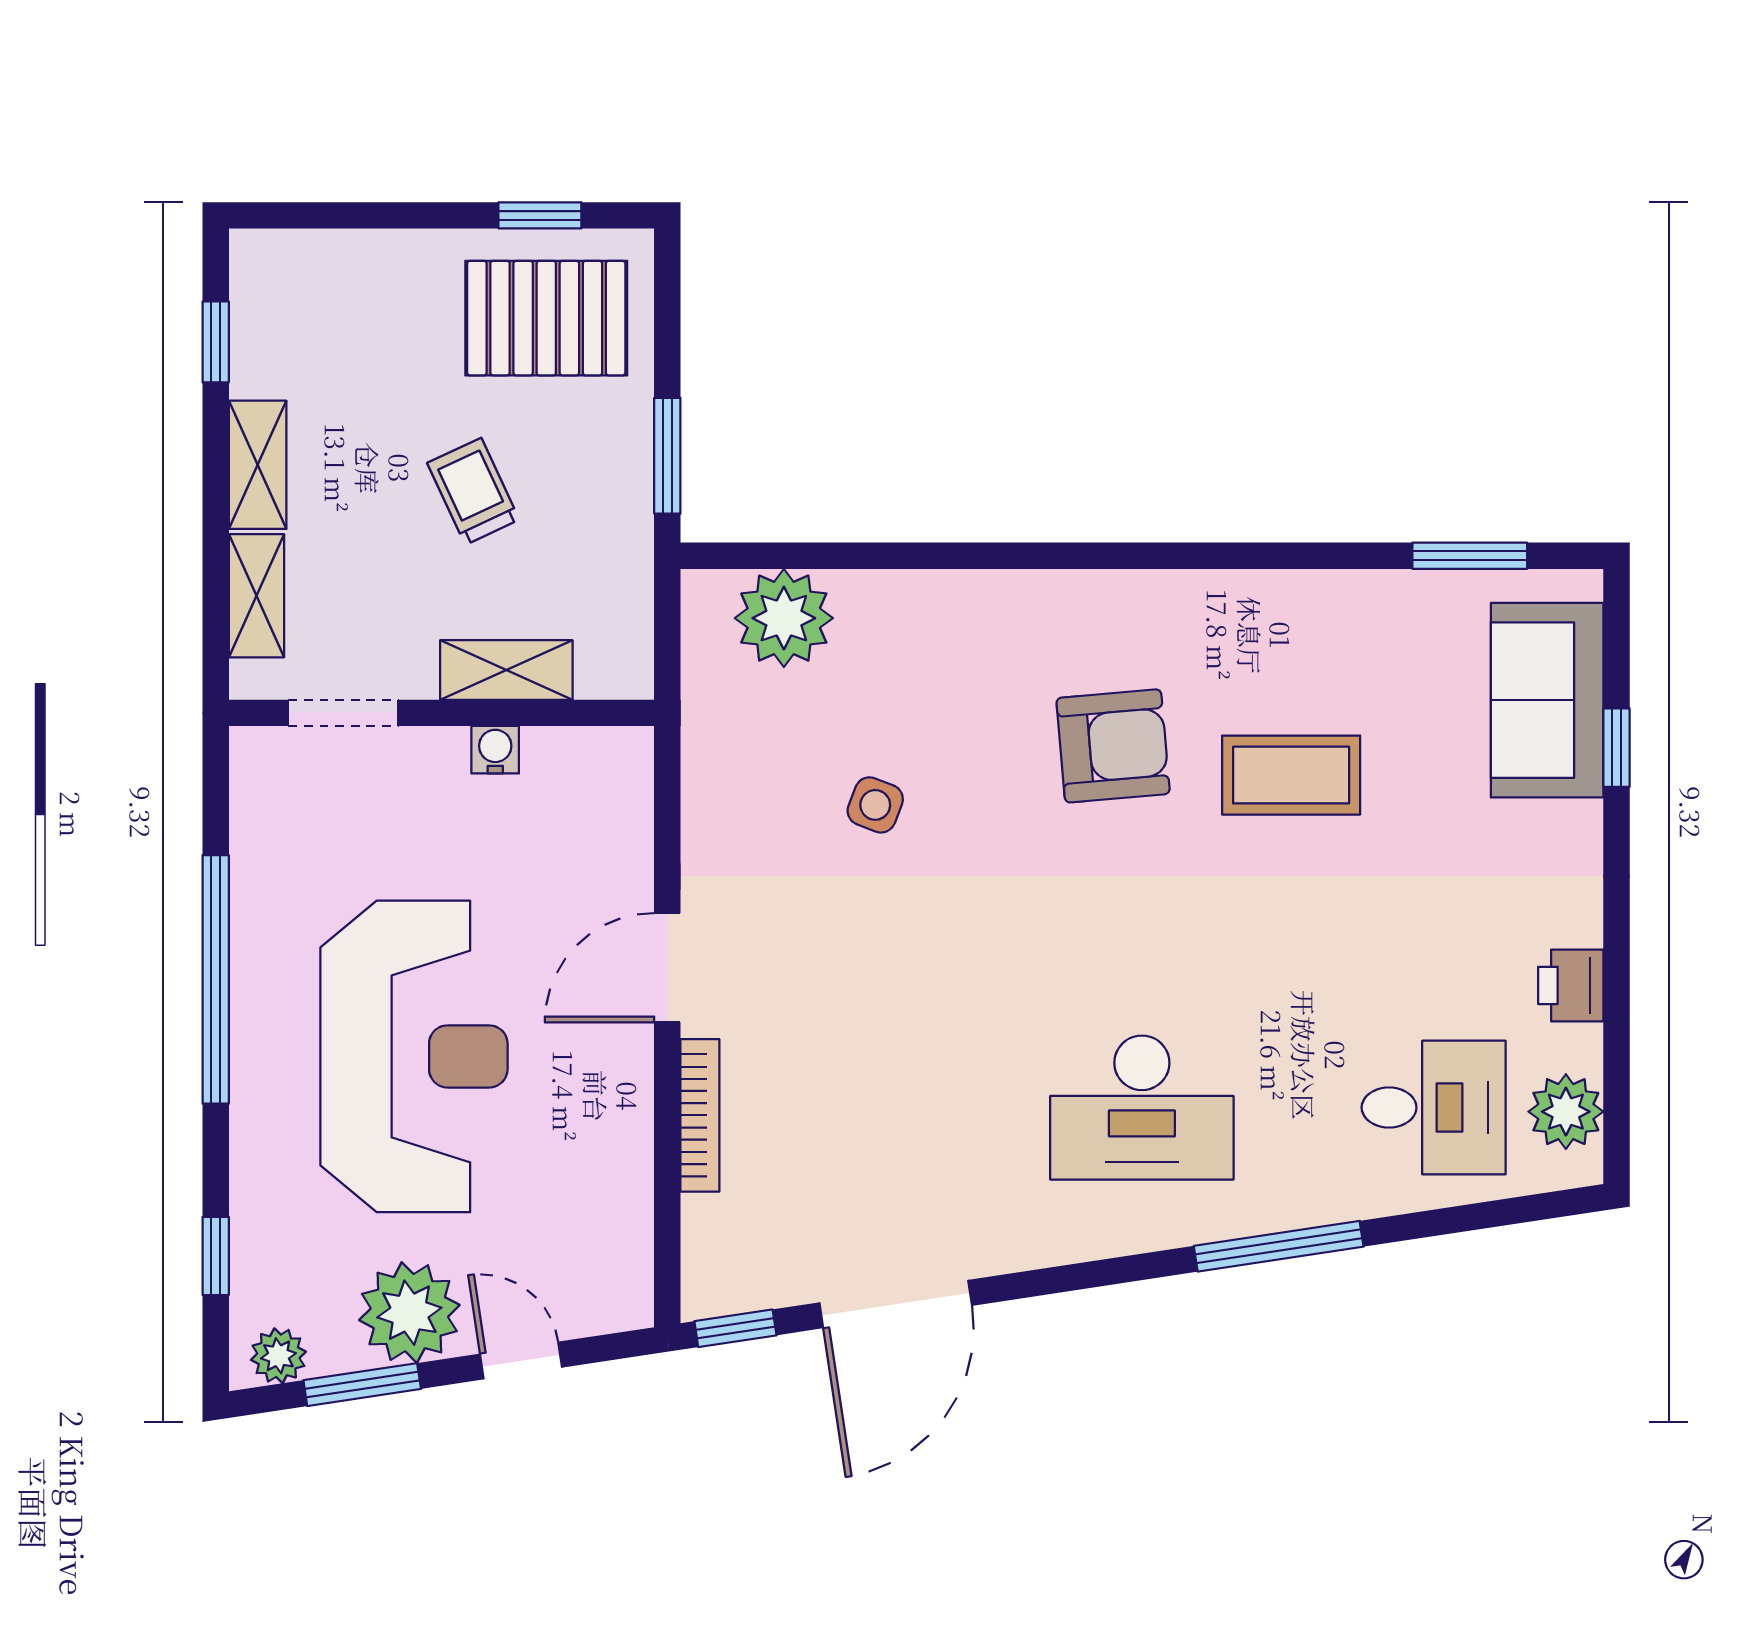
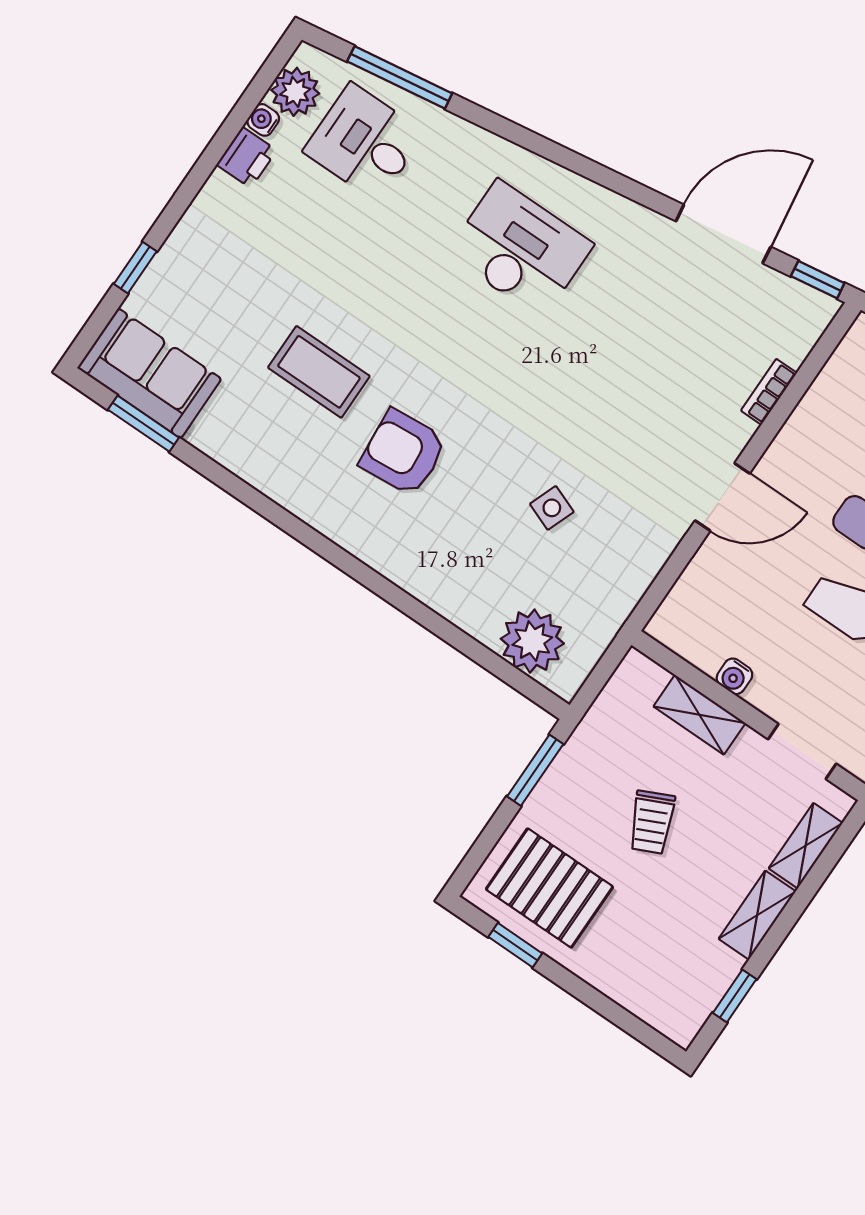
sofa: (1547, 700) -> (149, 373), moved, turned -90
water cooler: (1582, 1048) -> (263, 120), added
bookcase: (700, 1115) -> (769, 392), width x0.64
window: (1279, 1246) -> (400, 77), moved

